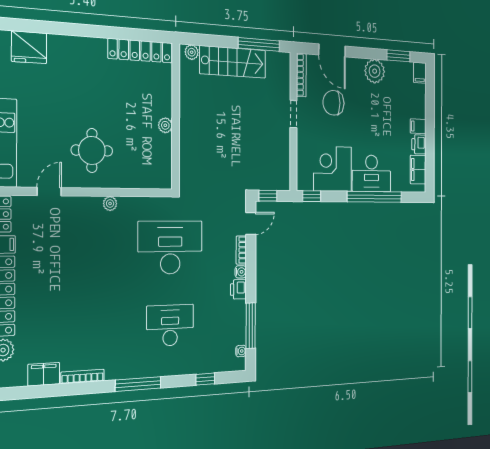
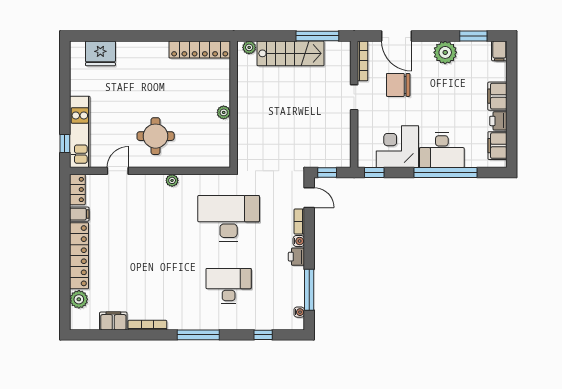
filing cabinet: (418, 126) -> (497, 96), width x2.00
door: (251, 223) -> (309, 198), hinge flipped

